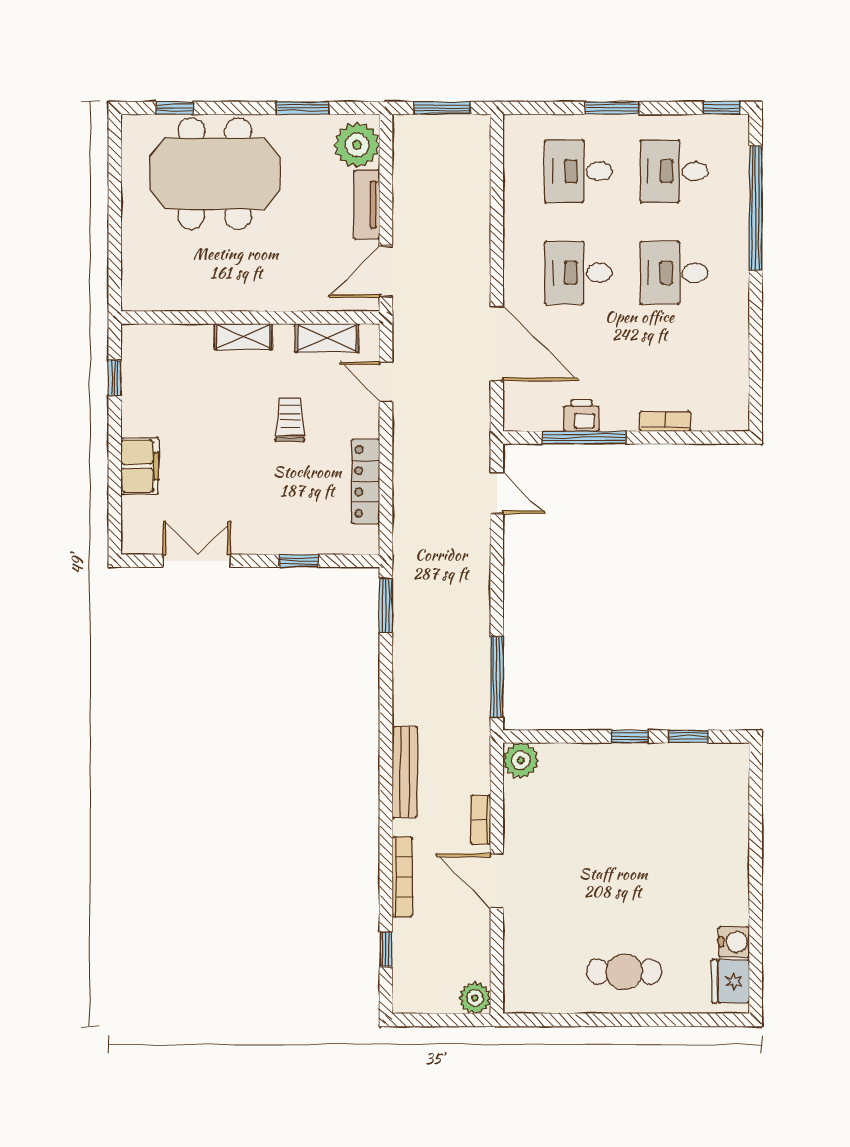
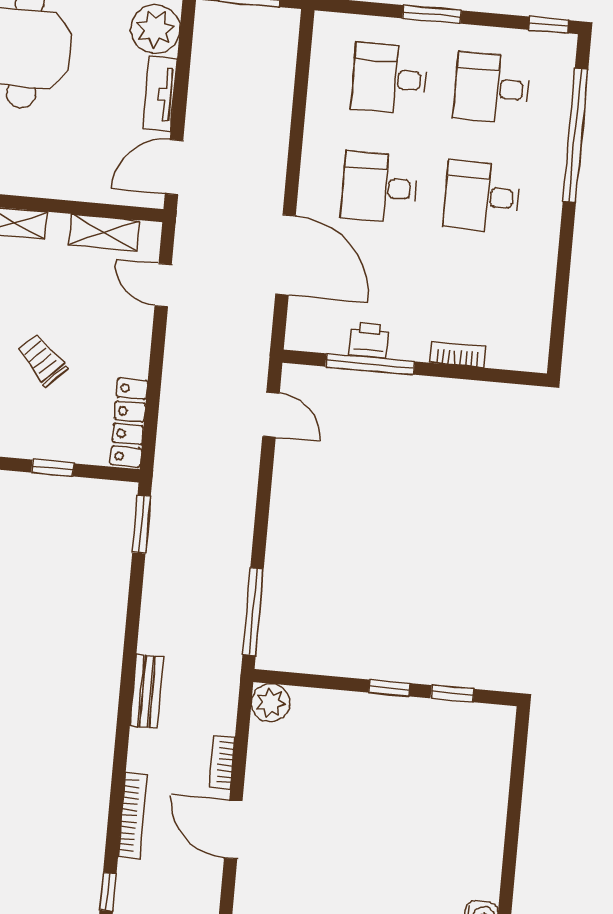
trolley: (290, 420) -> (42, 360), moved, turned -44
locker: (366, 481) -> (129, 423), moved
bench: (405, 772) -> (147, 691), width x0.73

